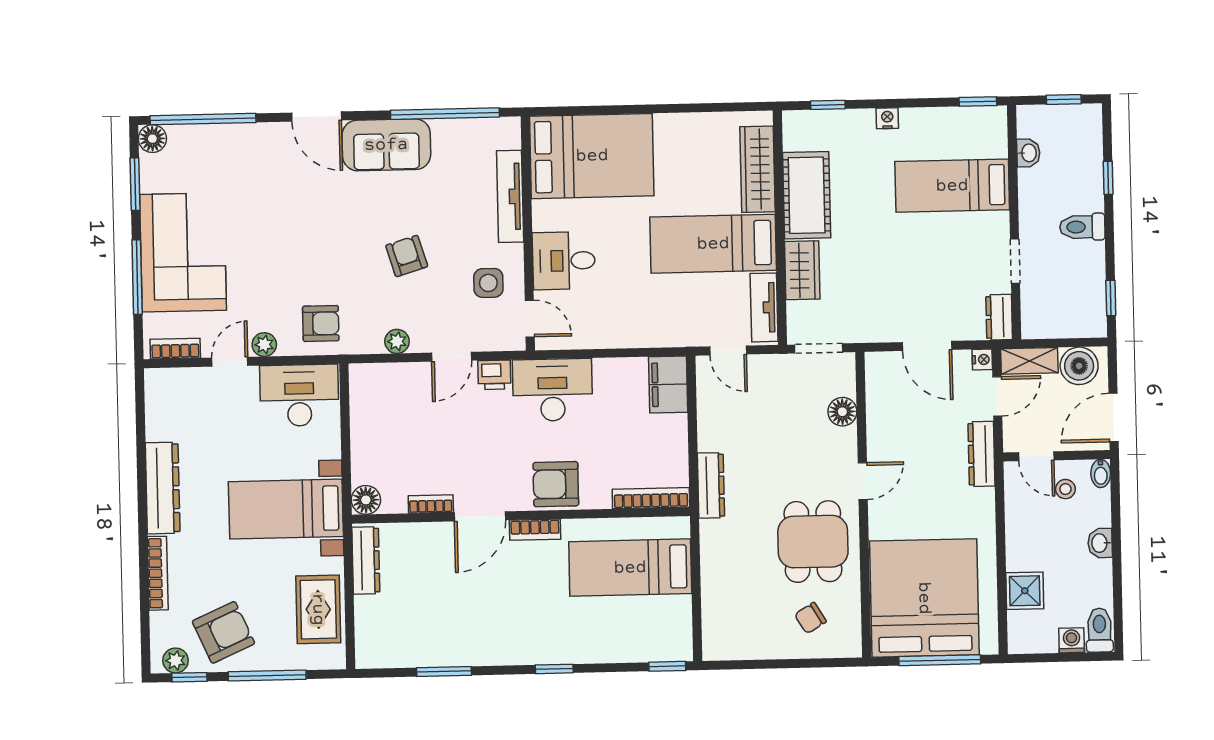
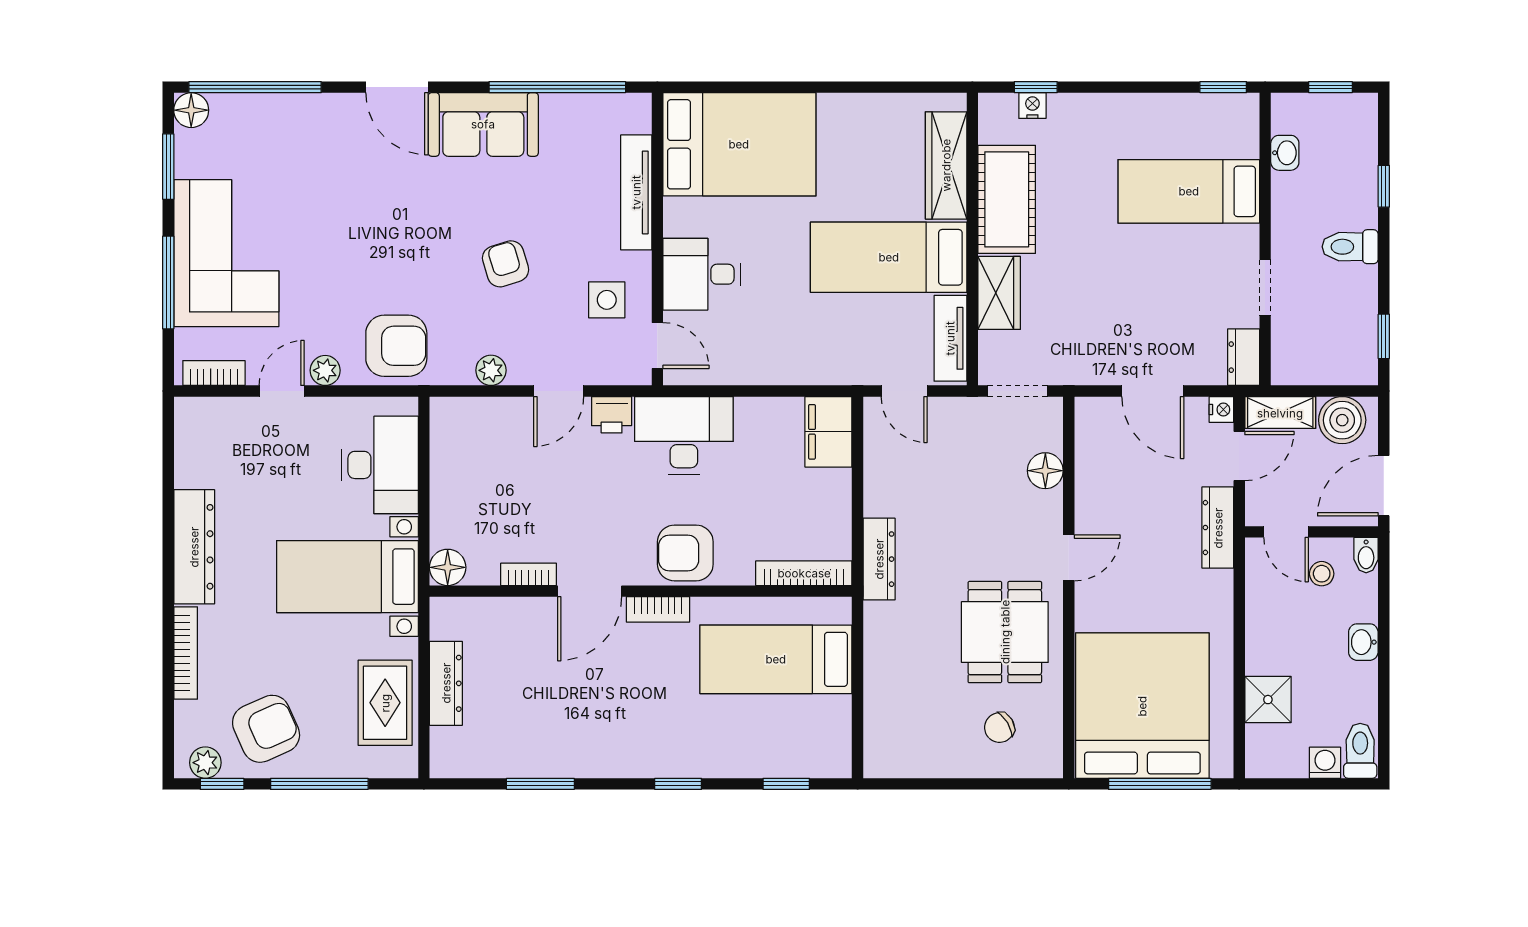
nightstand: (887, 118) -> (1032, 106), moved
armchair: (321, 323) -> (396, 346), width x1.38, depth x1.38
desk: (299, 395) -> (380, 465), moved, turned 90
dresser: (366, 560) -> (446, 683), moved
window: (667, 666) -> (786, 784), moved

